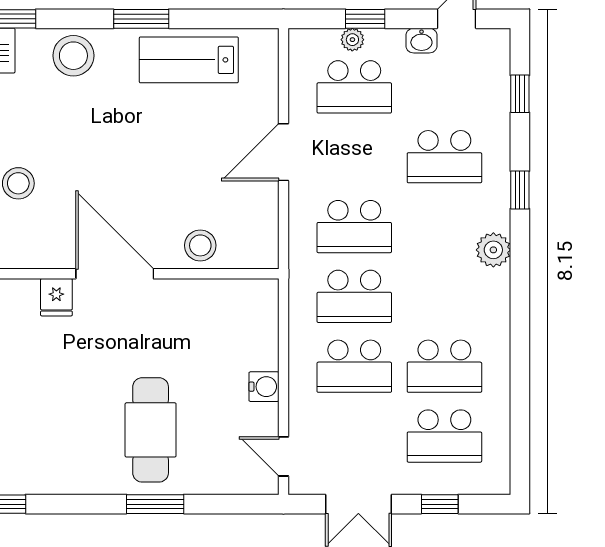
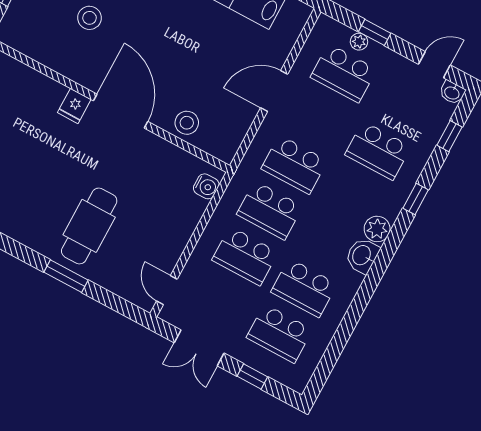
washbasin: (421, 41) -> (452, 93), moved
washbasin: (493, 291) -> (362, 256), added
water cooler: (264, 387) -> (206, 186), moved

